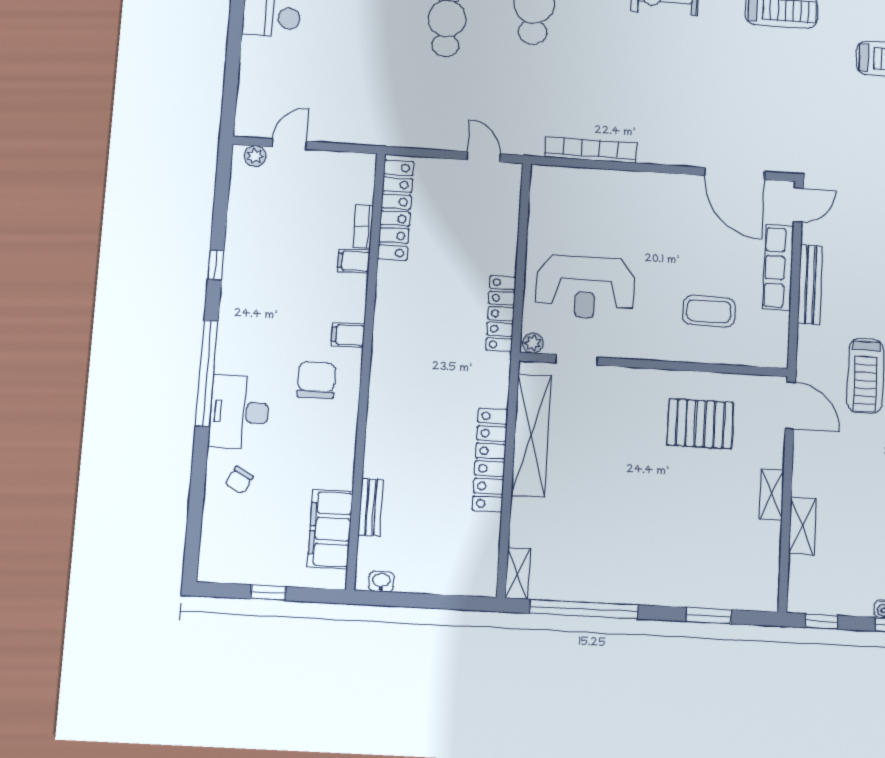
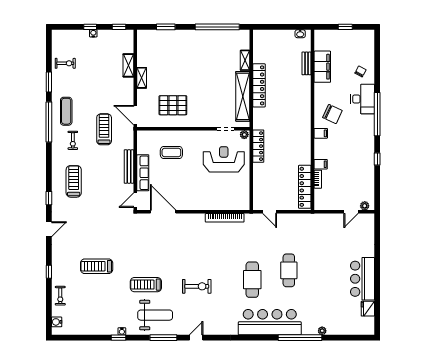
chair: (316, 380) -> (332, 114), turned -65
filing cabinet: (330, 529) -> (322, 67), moved
shelving: (517, 574) -> (245, 60), moved

